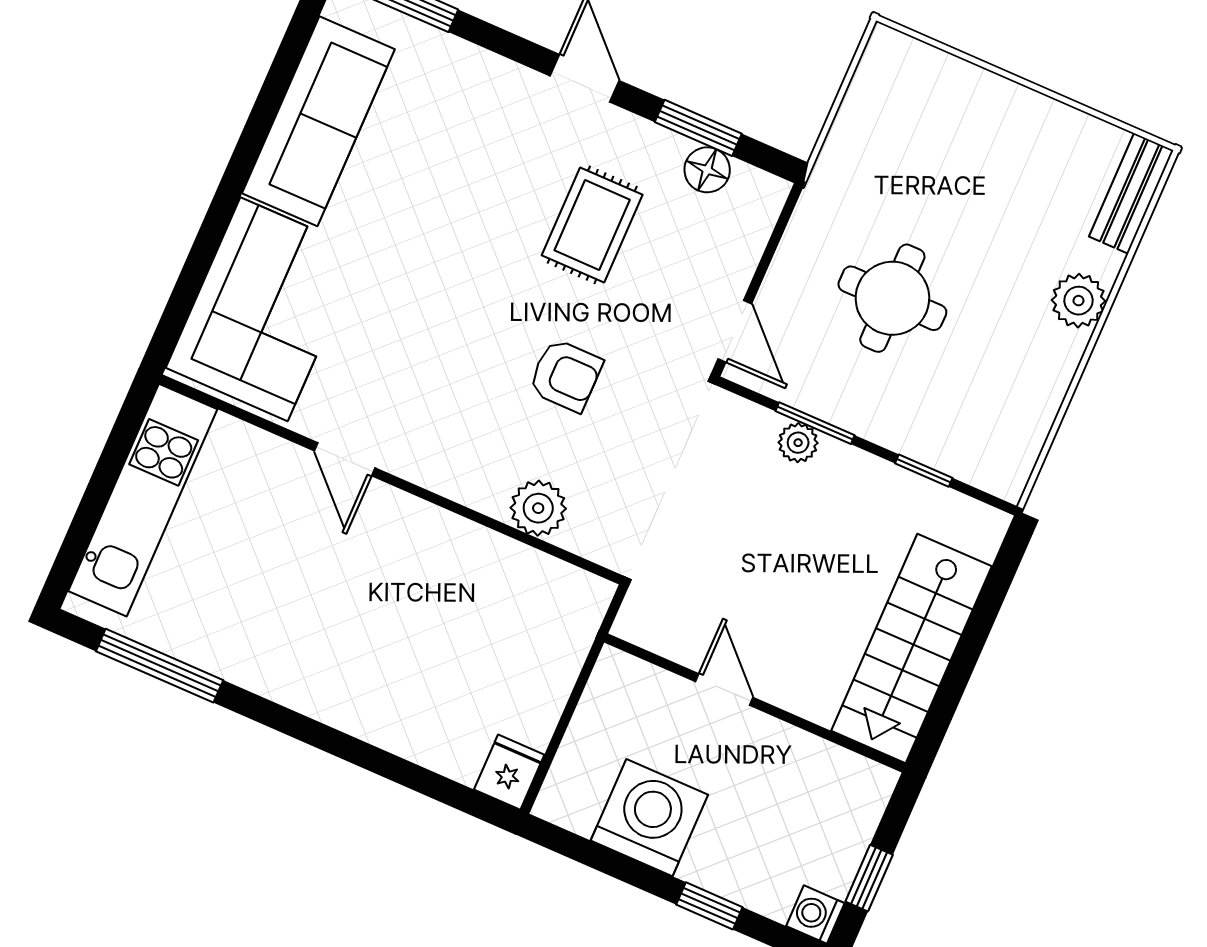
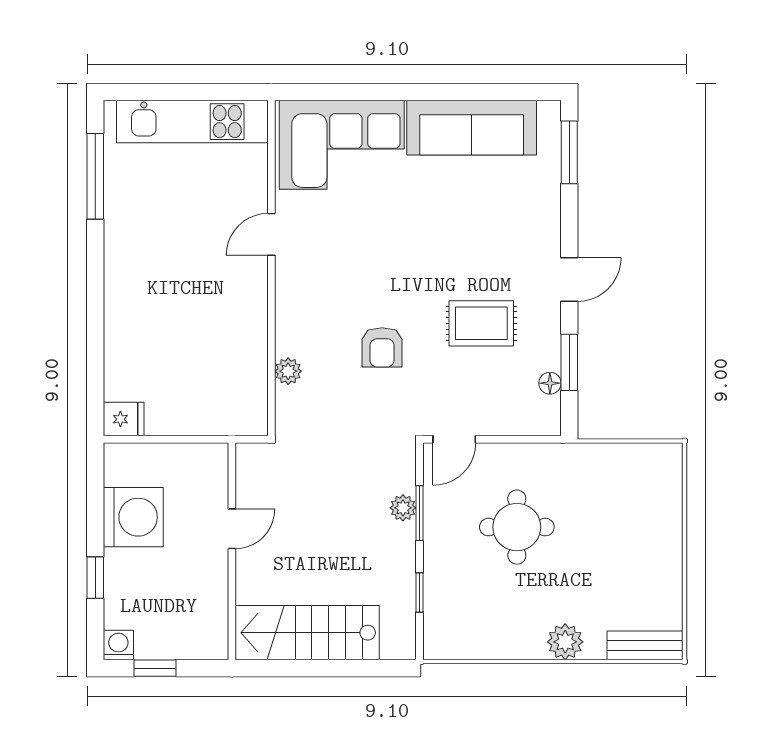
floor lamp: (707, 170) -> (550, 383), width x0.73, depth x0.73
plant: (538, 508) -> (288, 371), width x0.73, depth x0.73

